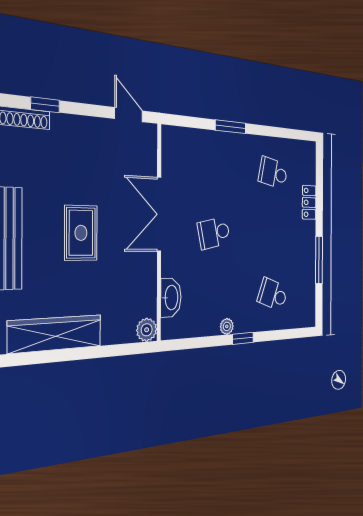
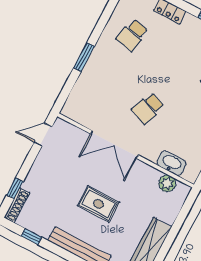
school desk: (214, 233) -> (148, 108), turned 33
plant: (147, 330) -> (167, 183), moved

